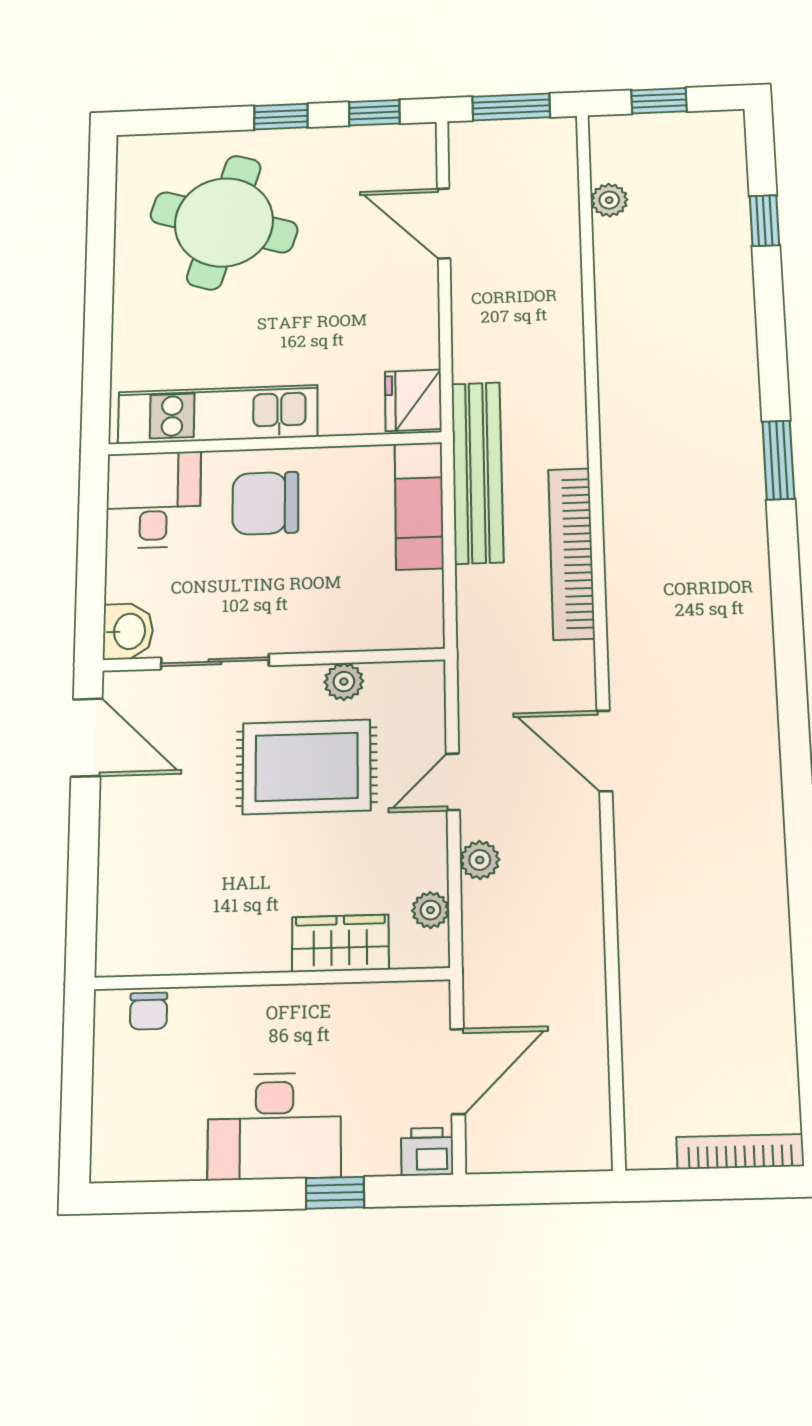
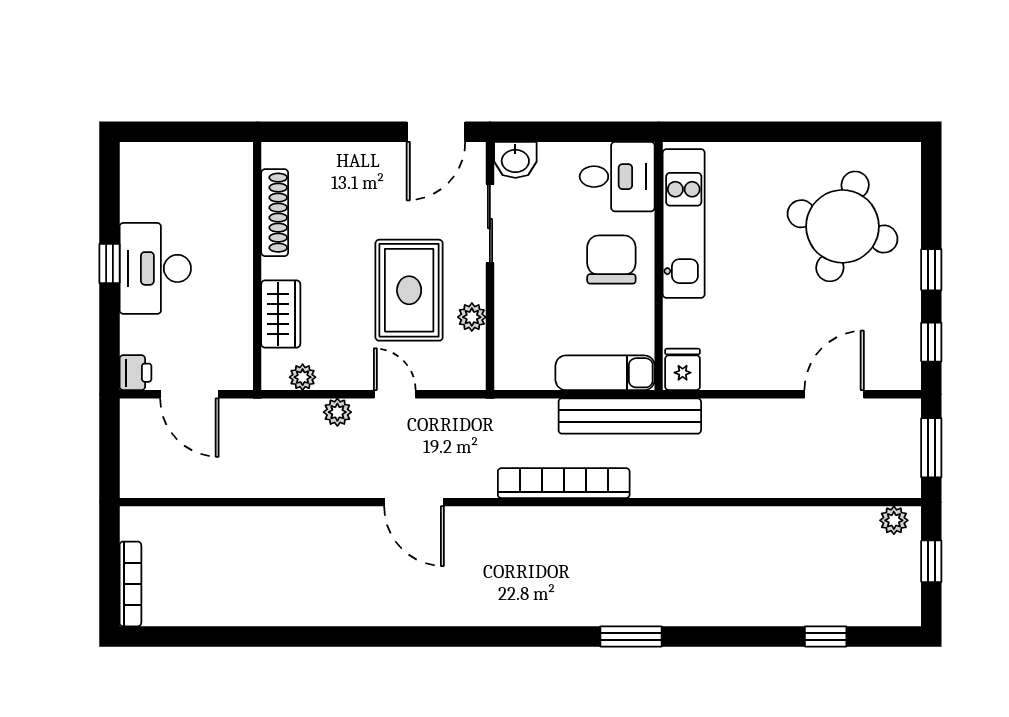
plant: (609, 200) -> (894, 520), moved
fridge: (413, 400) -> (683, 369), width x0.72
door: (605, 751) -> (414, 502), swing flipped
shoe rack: (195, 956) -> (275, 213), added
chair: (149, 1011) -> (237, 180), removed
window: (335, 1193) -> (109, 264), moved

